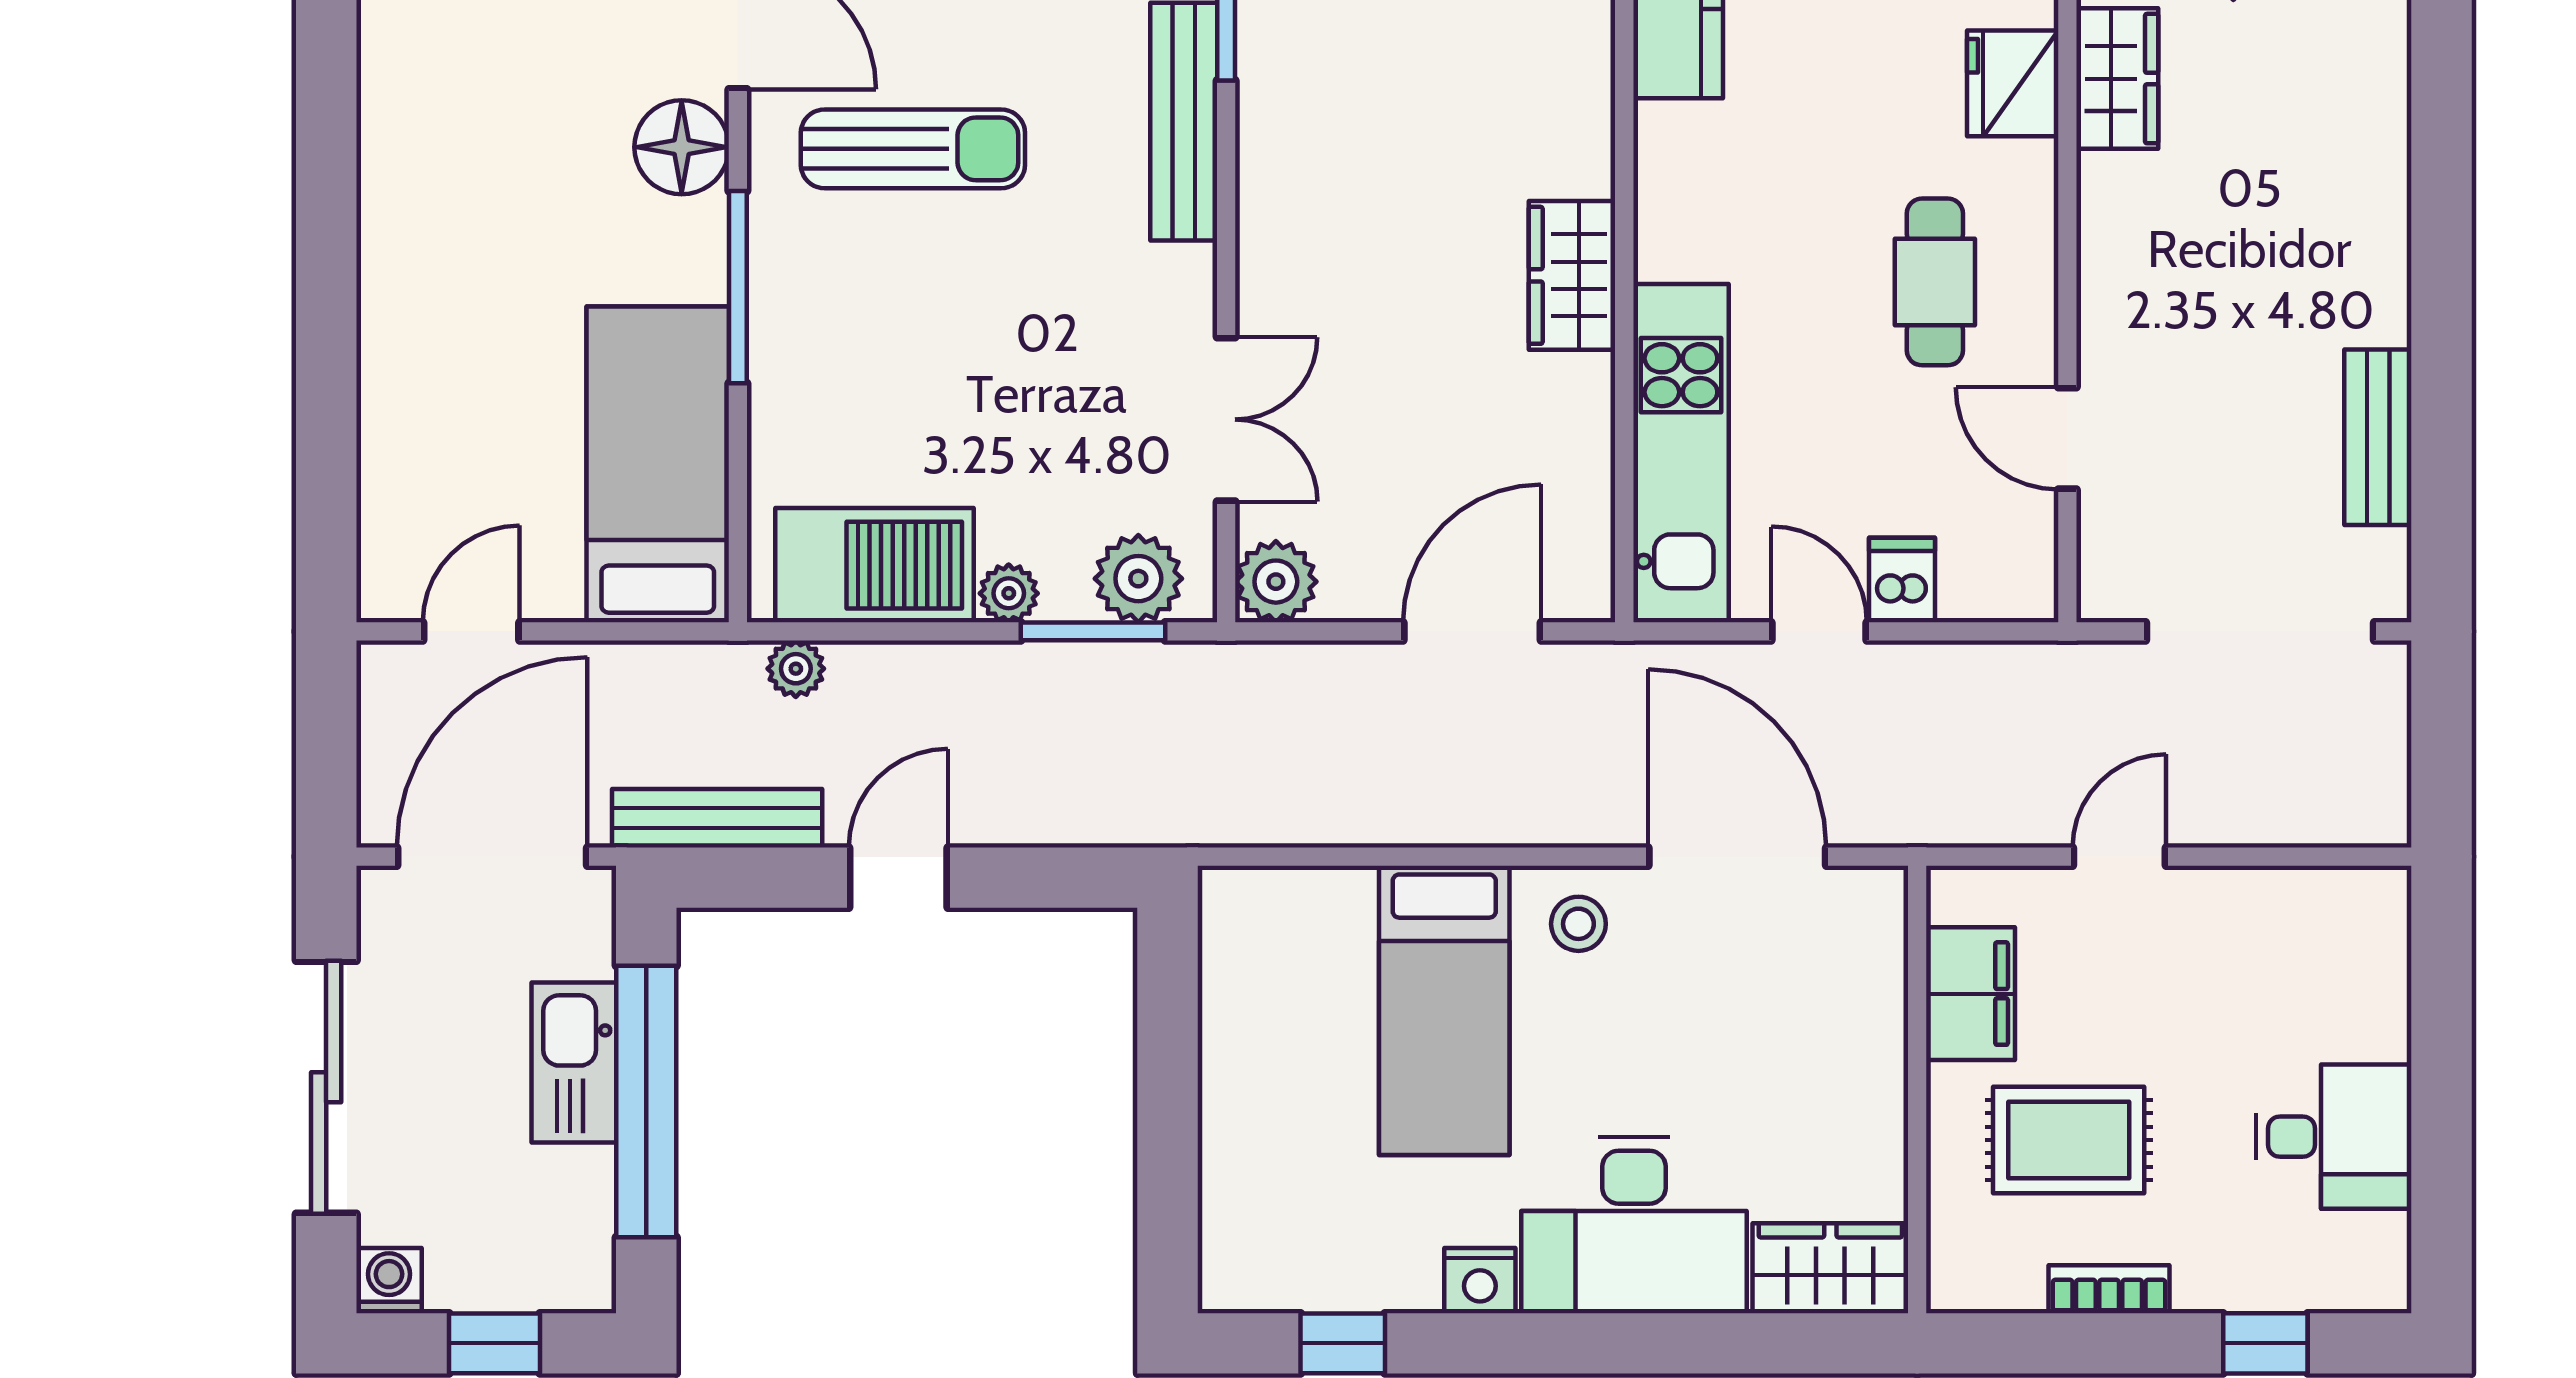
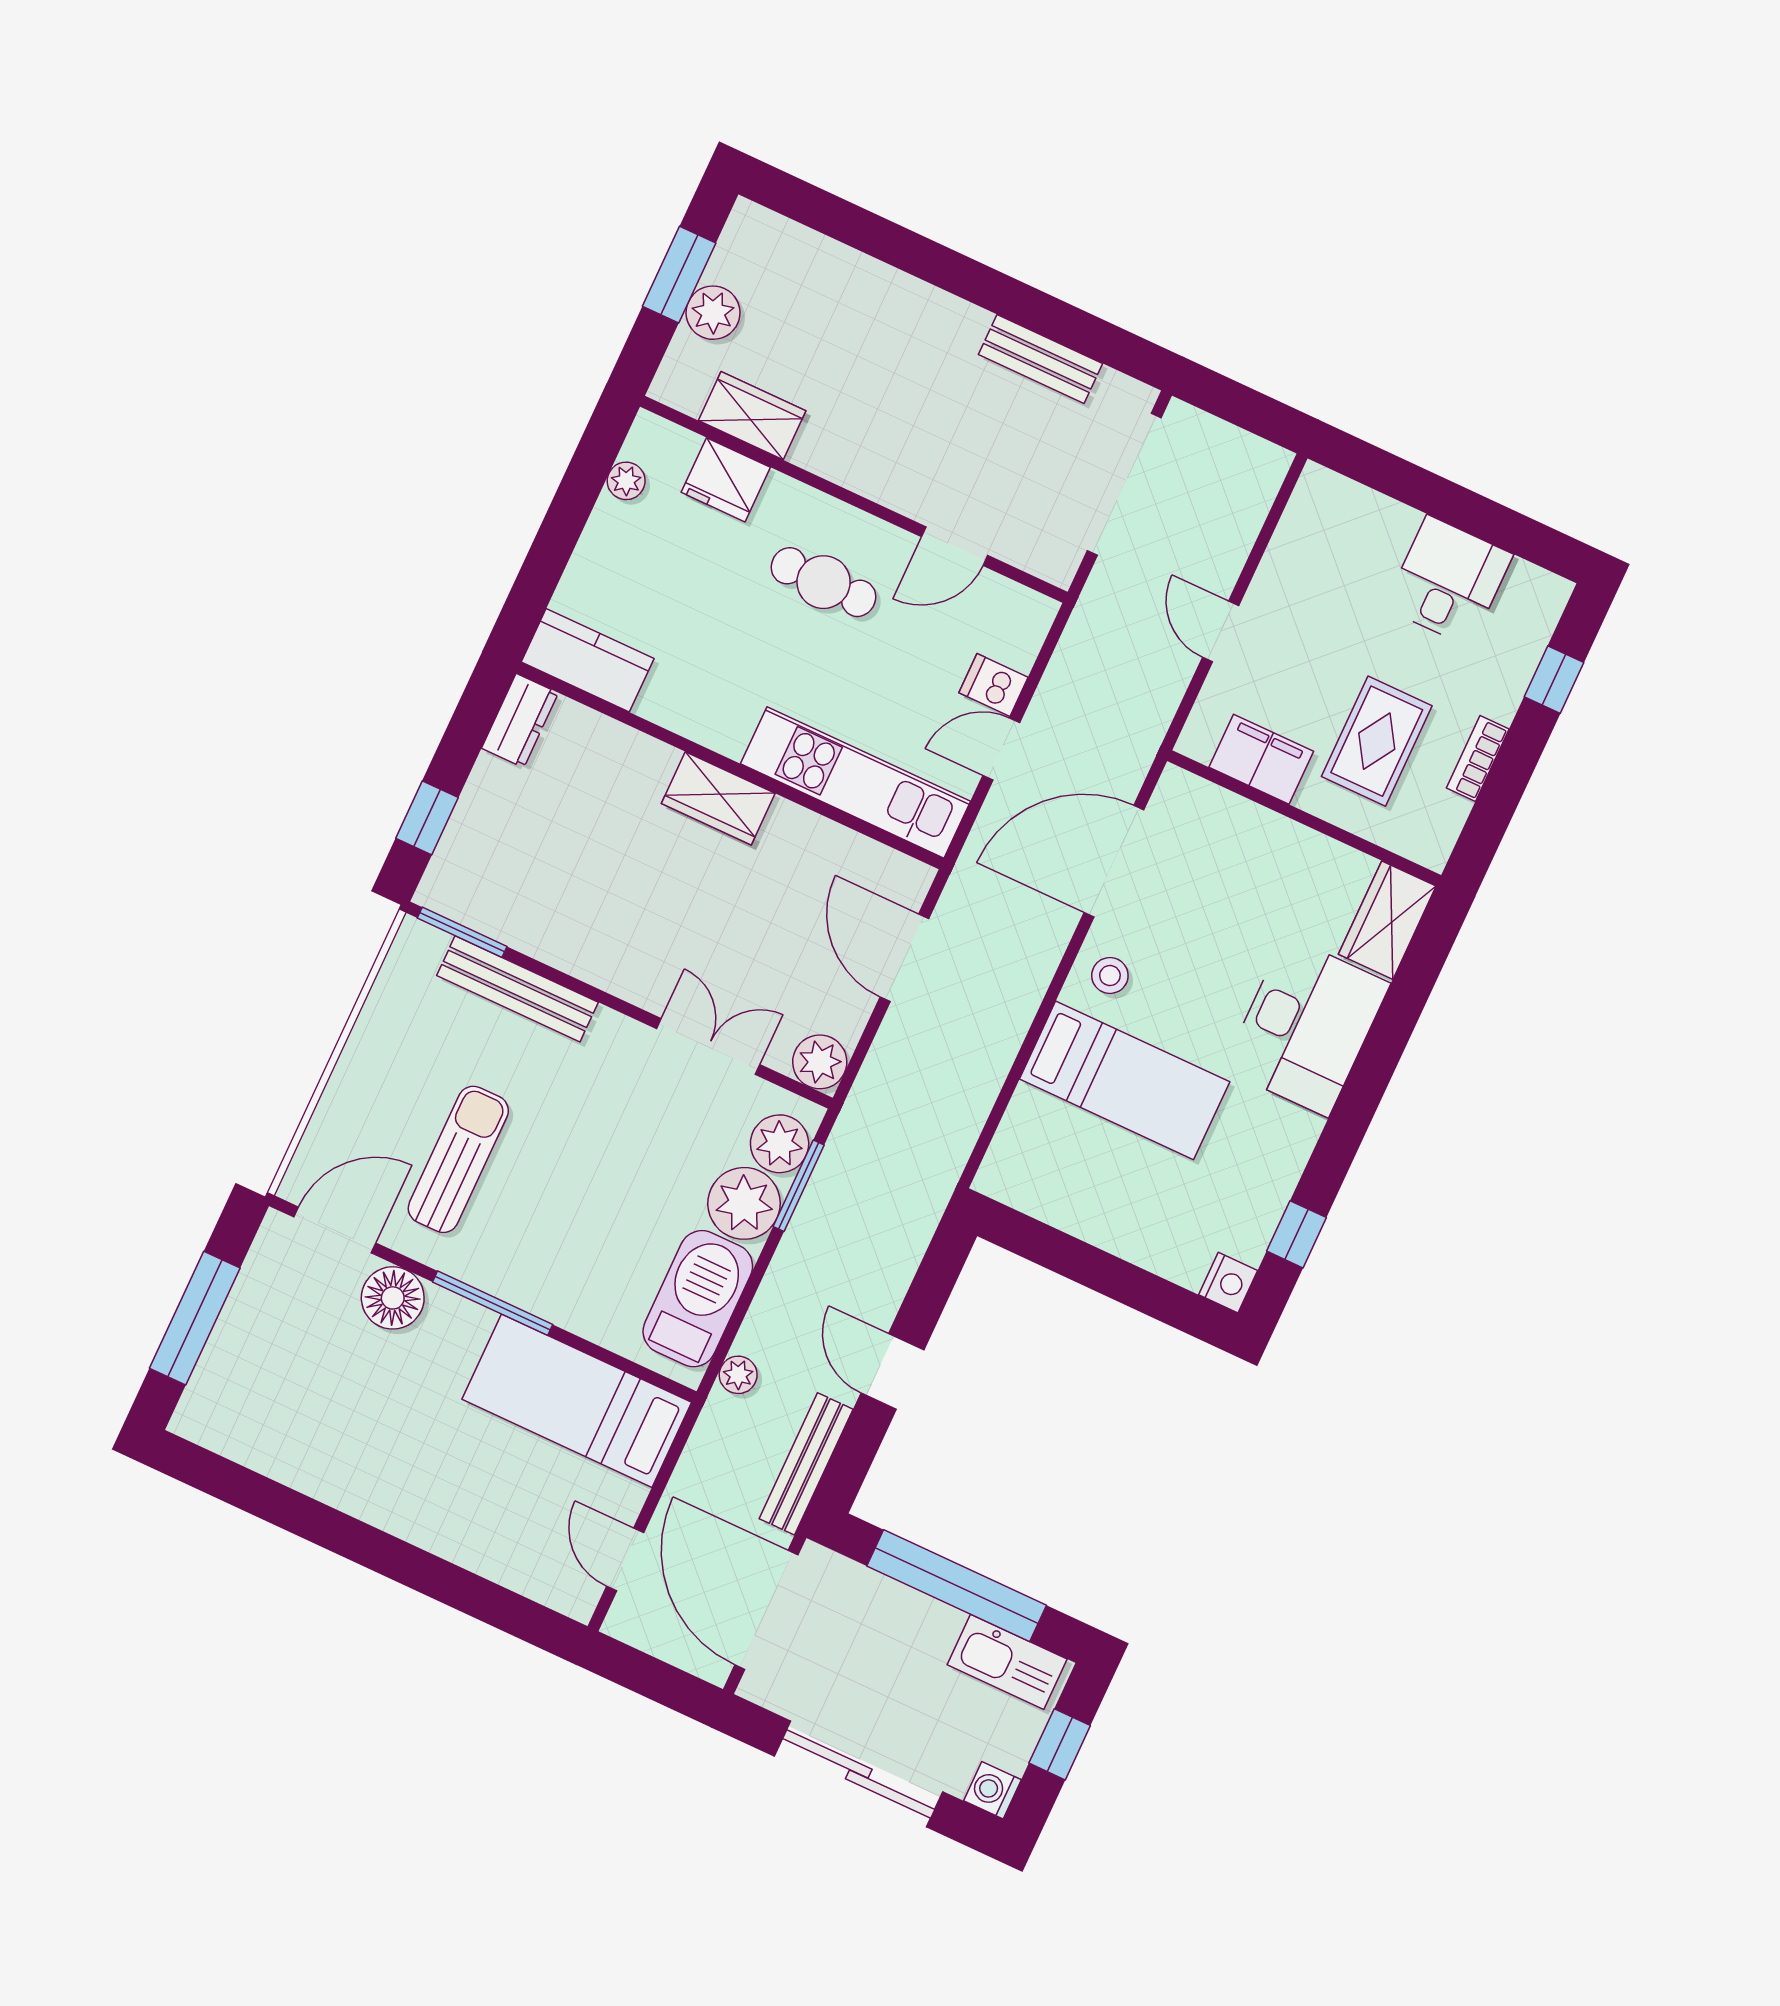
plant: (1009, 593) -> (744, 1203), width x1.88, depth x1.88
kitchen sink: (574, 1063) -> (1007, 1662), moved
nightstand: (1480, 1281) -> (1228, 1283), moved

